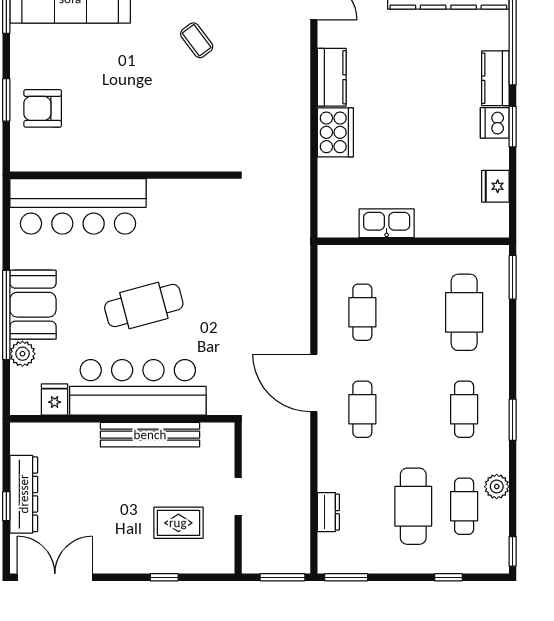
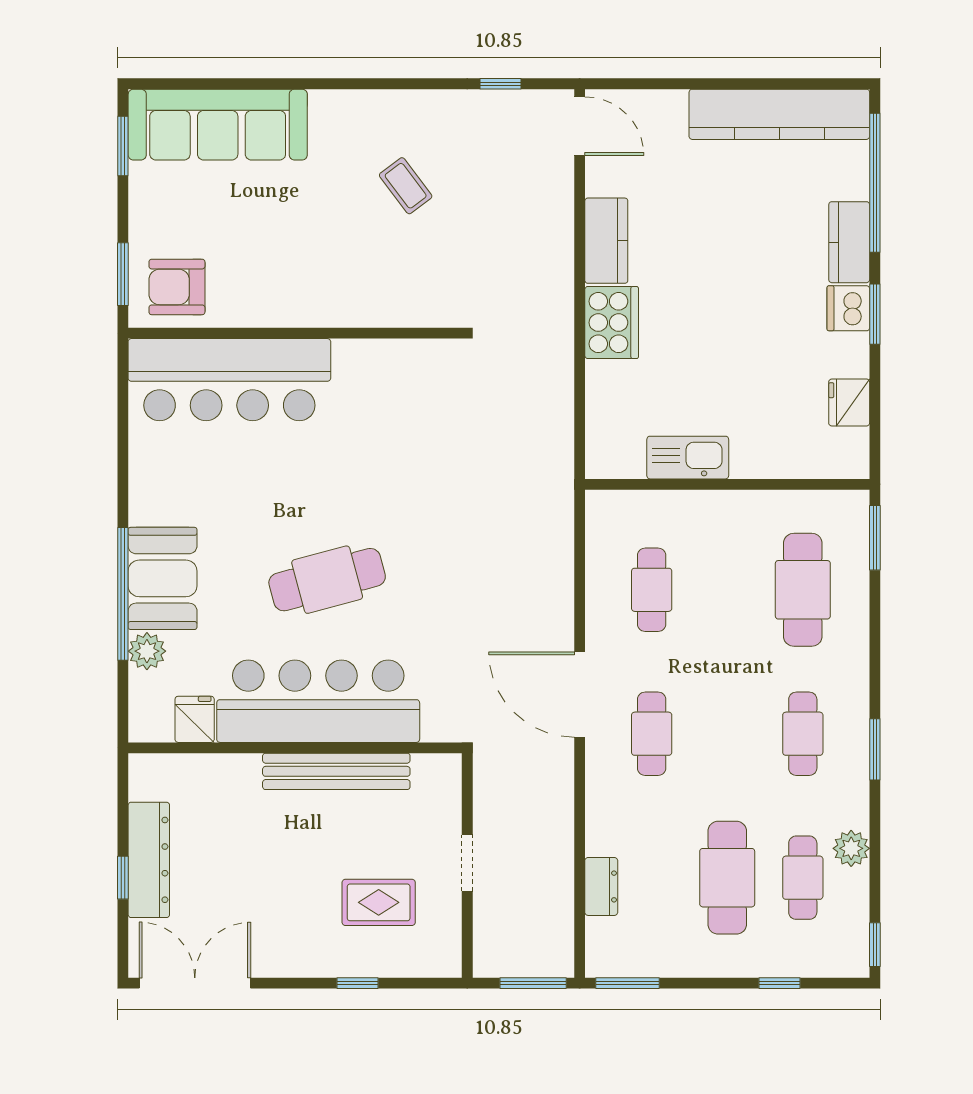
wall: (122, 175) -> (295, 333), moved
bar counter: (78, 206) -> (229, 380), moved

